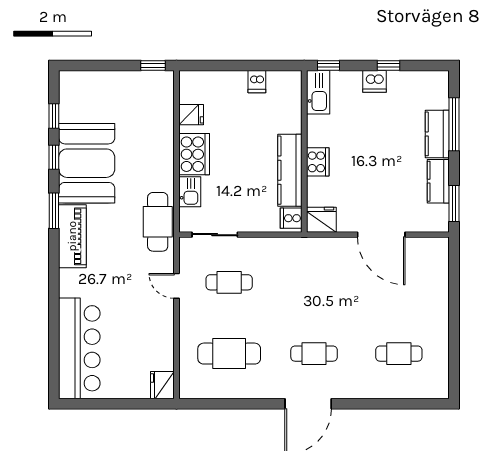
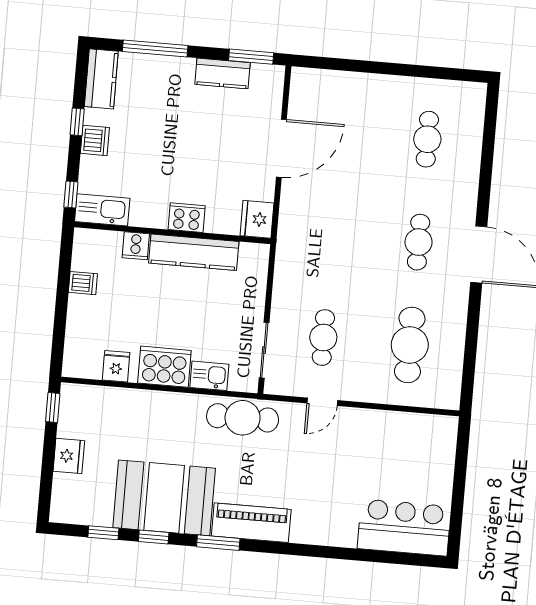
kitchen counter: (437, 134) -> (101, 79), moved, turned -90
cooker: (291, 218) -> (136, 246), moved
bar counter: (79, 348) -> (404, 527), width x0.73
fridge: (162, 385) -> (69, 456), moved, turned -90

